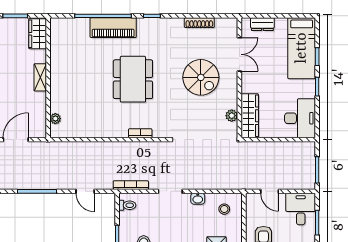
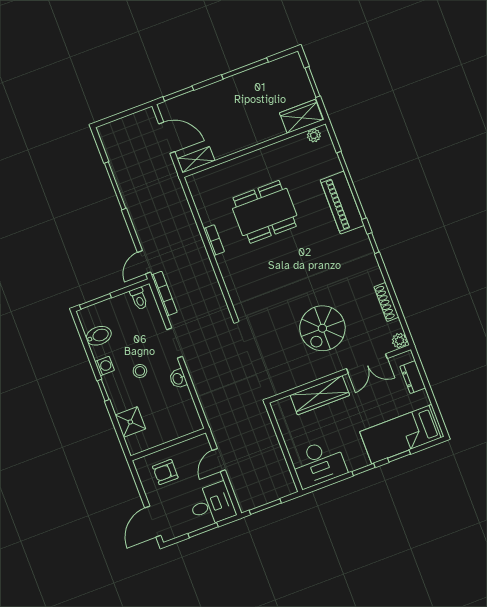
shelving: (40, 77) -> (196, 160), moved
dining table: (133, 79) -> (265, 212), moved
plant: (232, 116) -> (400, 341), moved
wardrobe: (250, 116) -> (320, 395), moved
plant: (55, 119) -> (314, 135), moved
bookcase: (140, 133) -> (214, 240), moved
door: (85, 191) -> (144, 262), moved
stool: (224, 209) -> (140, 371), moved

